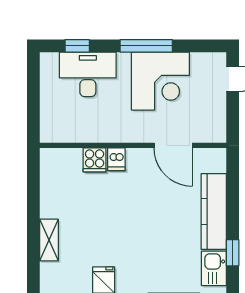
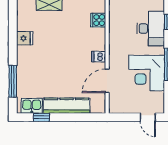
dishwasher: (116, 159) -> (99, 57), moved
cooker: (95, 160) -> (98, 20), moved

